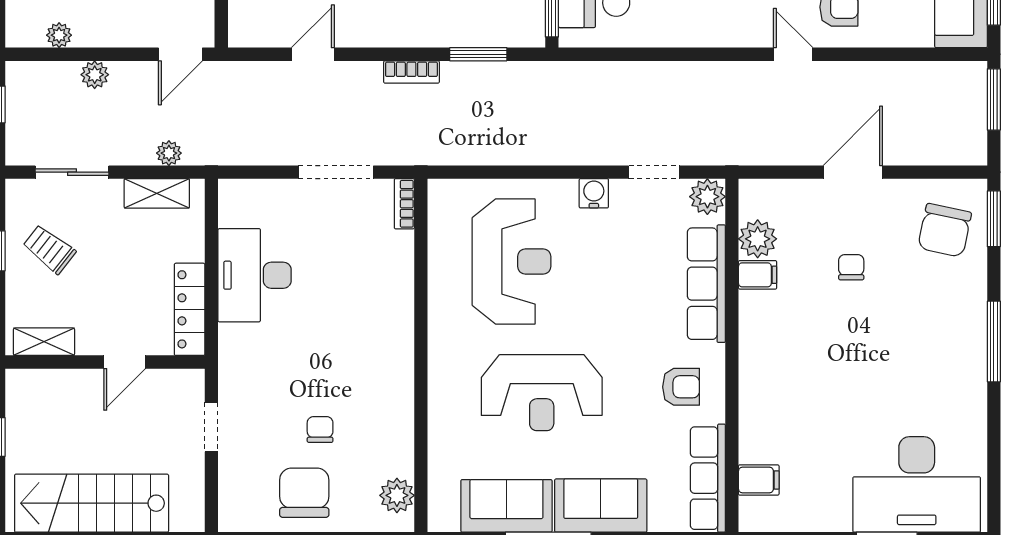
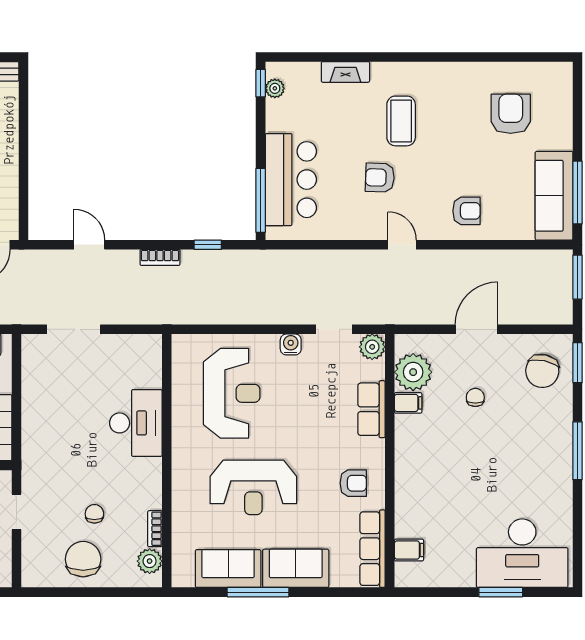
door: (313, 54) -> (89, 245), hinge flipped
window: (478, 54) -> (208, 245), width x0.67
door: (793, 54) -> (402, 245), moved
doorway: (336, 172) -> (74, 329), moved
bookcase: (404, 204) -> (155, 529), moved
plant: (758, 239) -> (413, 372), width x1.36, depth x1.36
desk: (255, 275) -> (136, 423), moved, turned 180
row of seats: (706, 284) -> (371, 409), width x0.68

